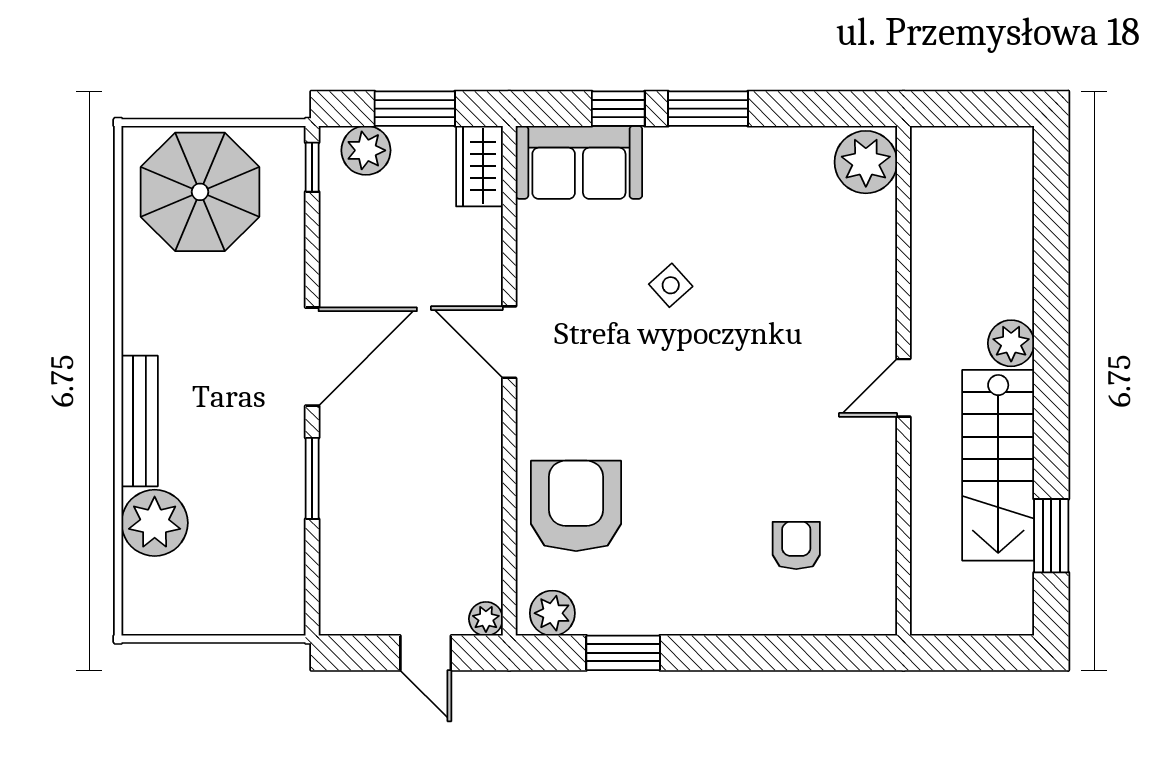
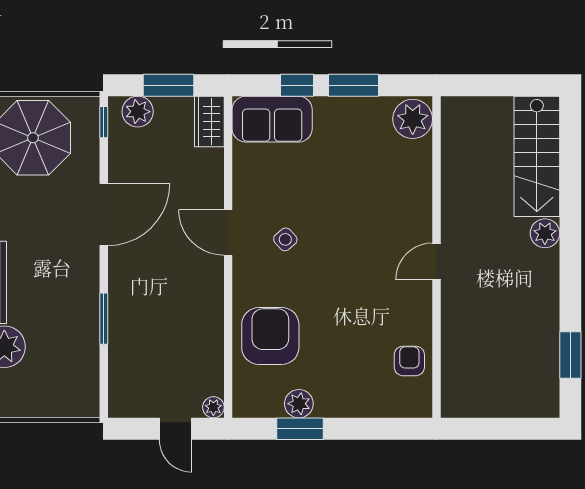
plant: (866, 162) -> (413, 119), moved
side table: (671, 285) -> (285, 239), moved
door: (312, 357) -> (104, 214), moved
wall: (904, 381) -> (436, 257), moved
door: (904, 388) -> (436, 261), moved
stairs: (998, 465) -> (537, 156), moved
plant: (552, 613) -> (299, 404), moved

